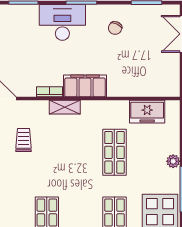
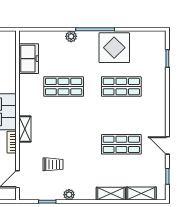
trolley: (24, 140) -> (53, 164), turned 180

